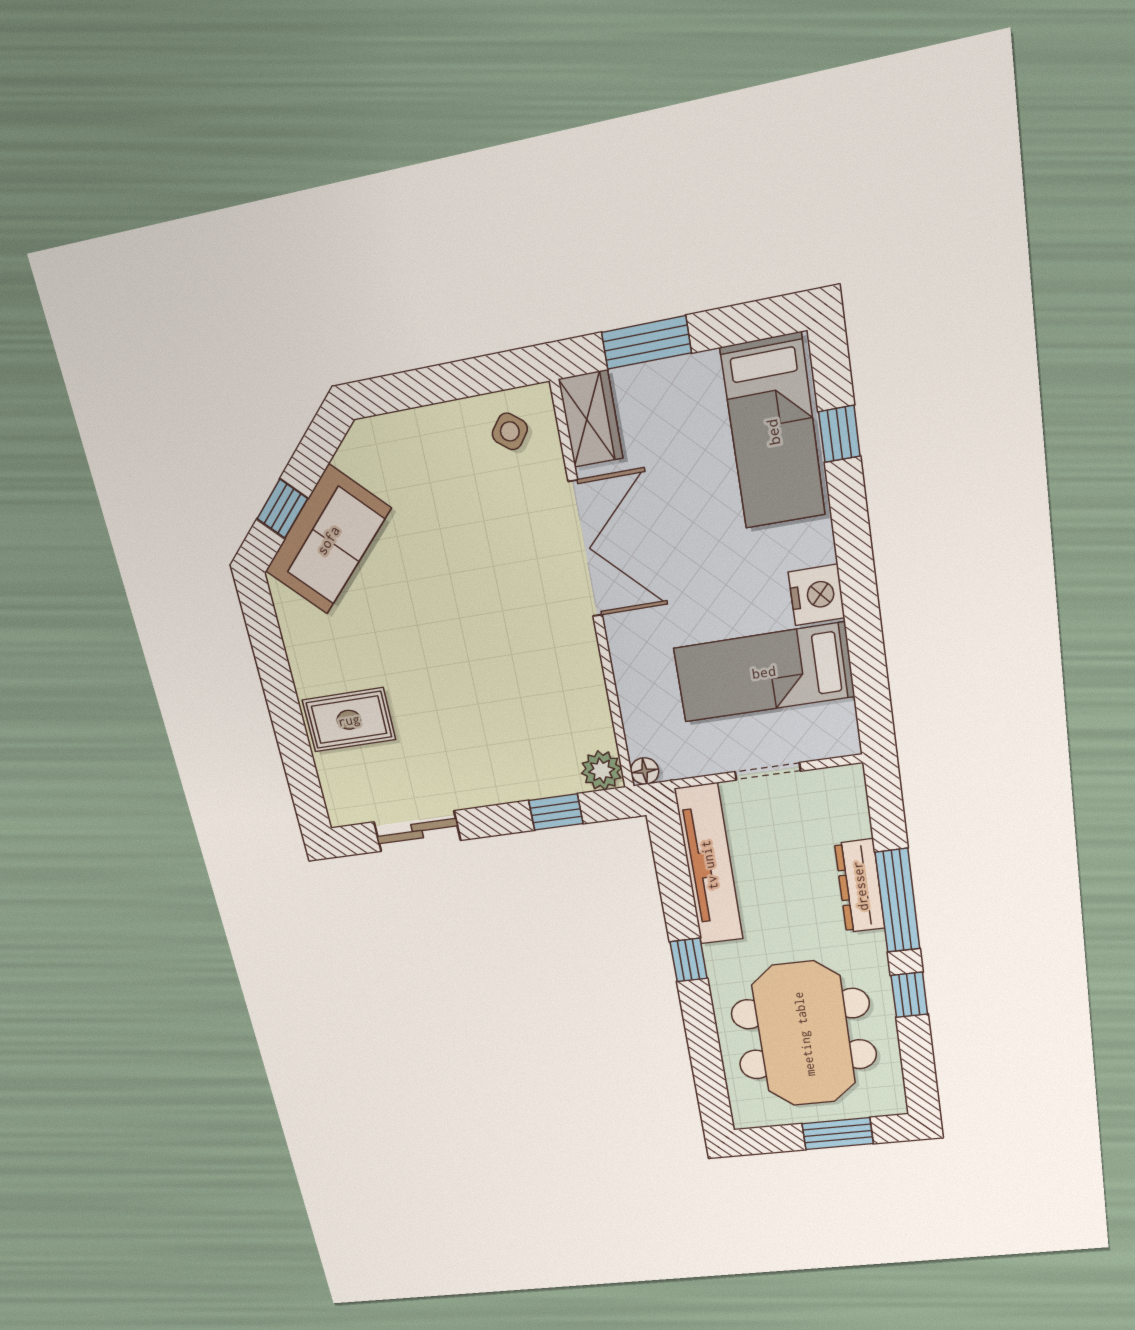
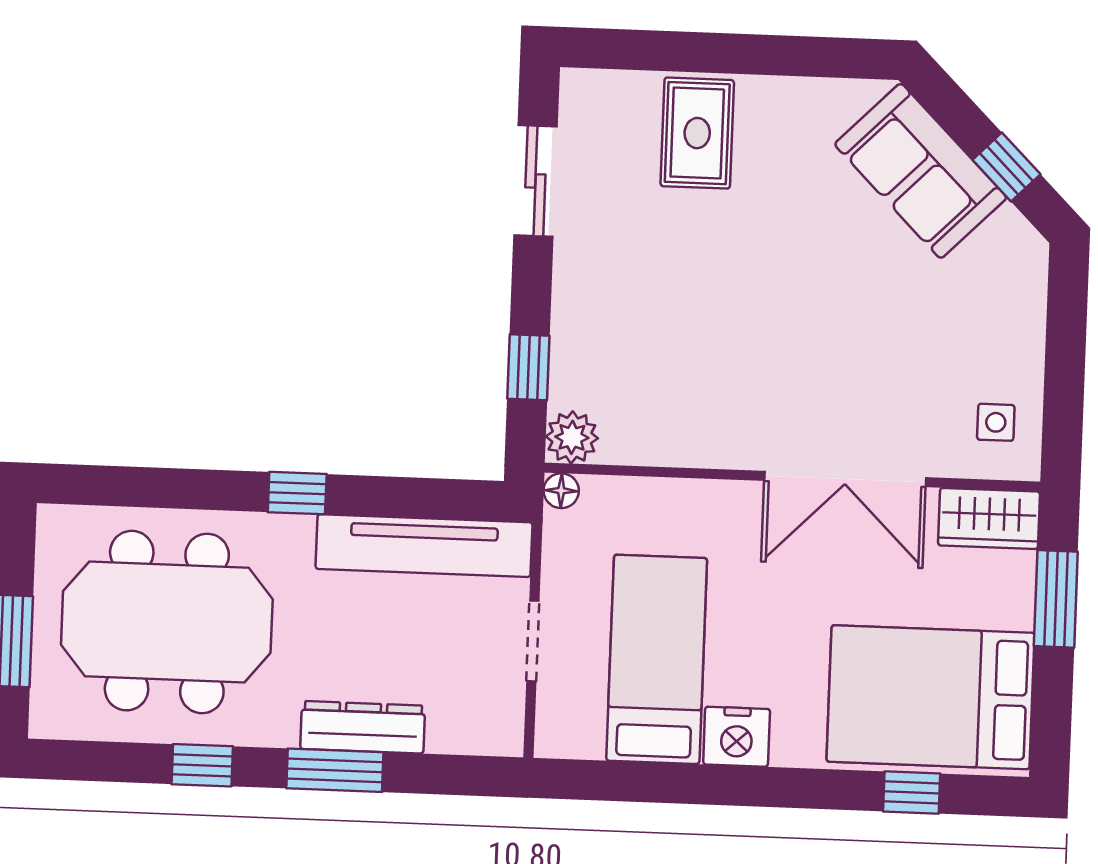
side table: (510, 431) -> (996, 422), turned -38
bed: (773, 432) -> (931, 697), width x1.50
window: (282, 509) -> (1006, 167), moved
window: (898, 901) -> (335, 770), width x0.69

